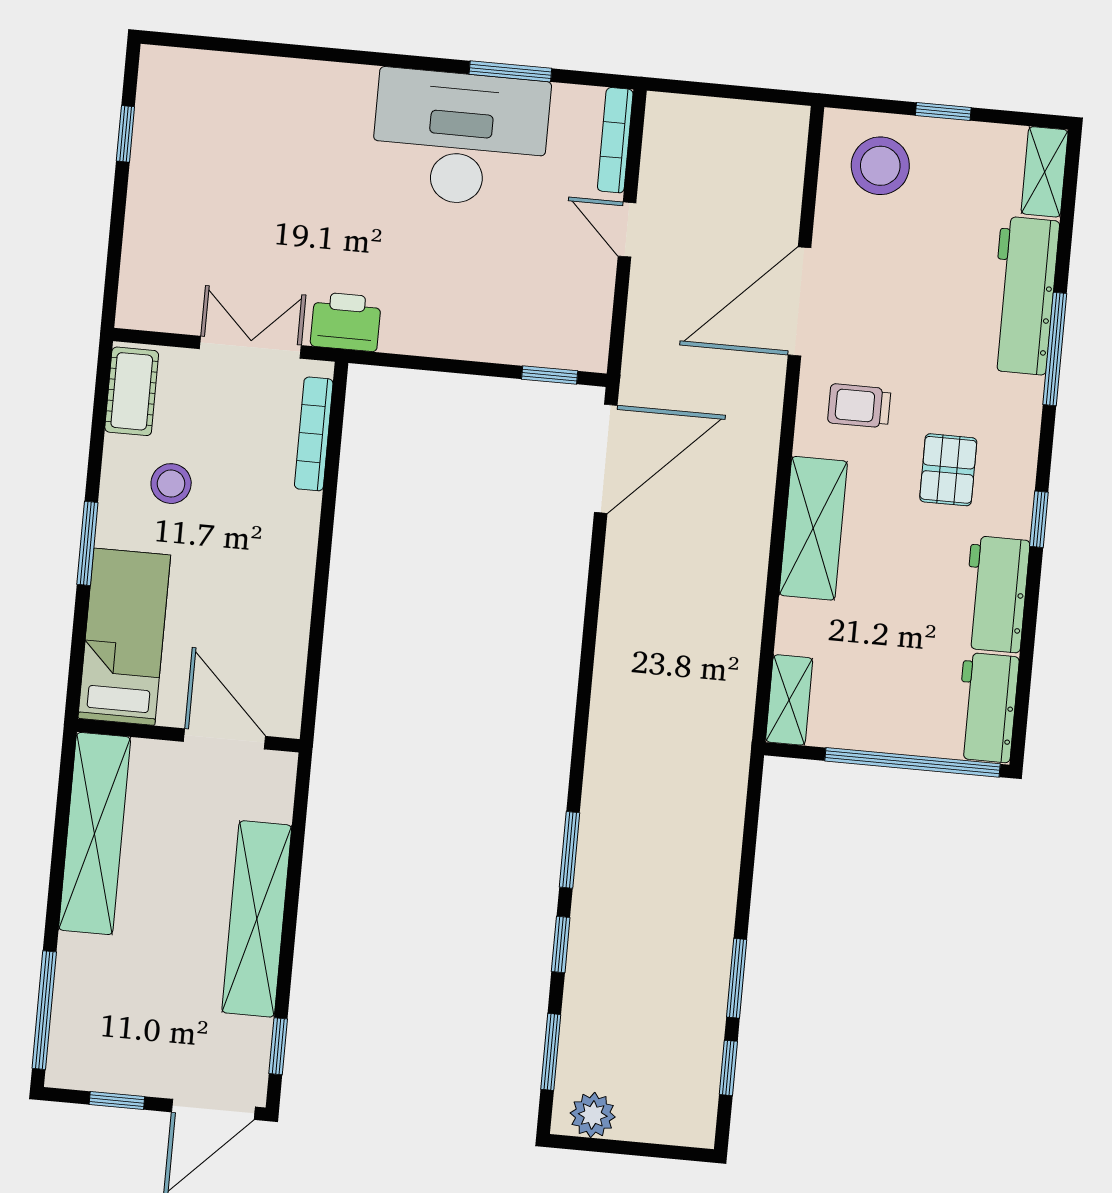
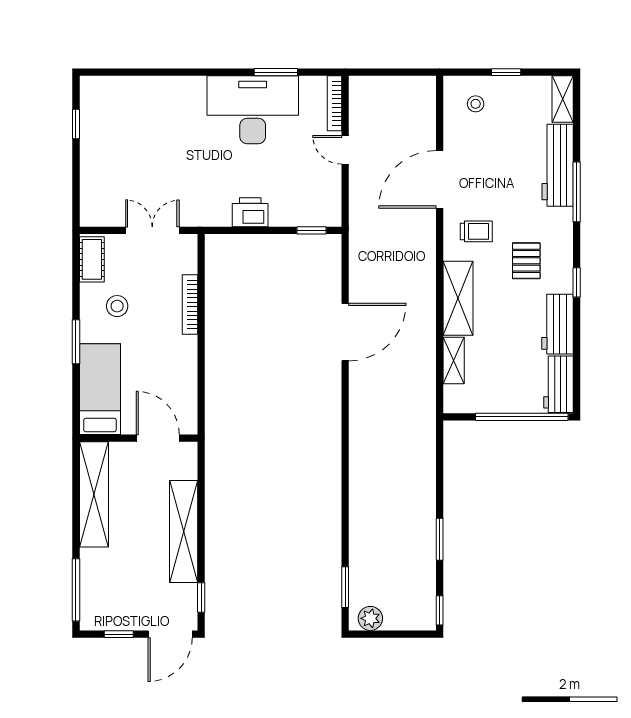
stool: (880, 166) -> (476, 104), width x0.53, depth x0.53
printer: (346, 322) -> (250, 212), moved
trolley: (859, 406) -> (476, 231), turned 180
bookcase: (314, 434) -> (190, 304), moved
door: (606, 459) -> (345, 332), moved
shelving: (789, 700) -> (454, 361), moved
window: (569, 850) -> (345, 480), removed
window: (561, 944) -> (345, 530), removed
window: (728, 1068) -> (440, 610), moved

